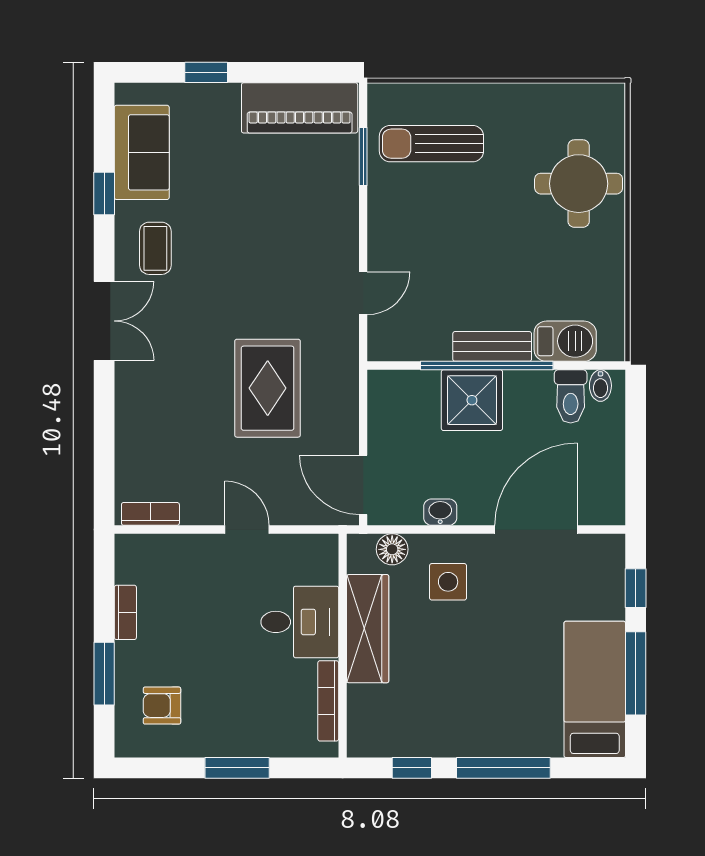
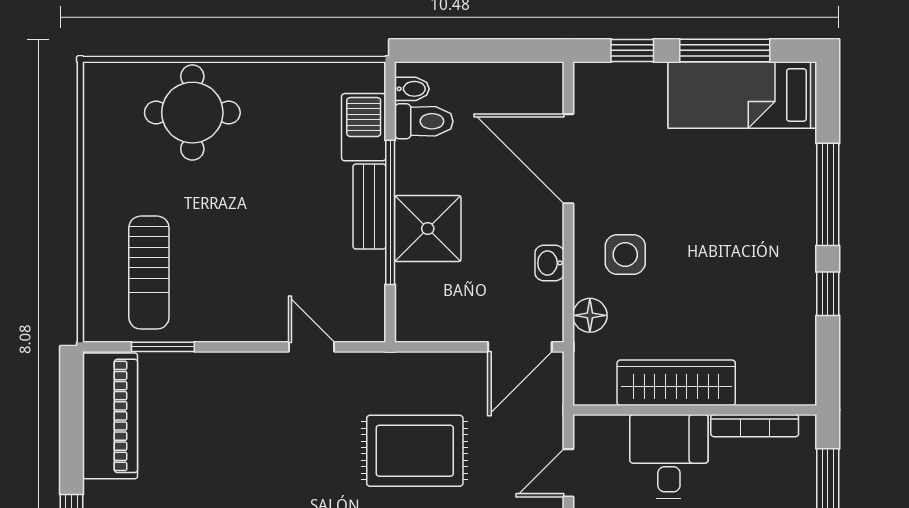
desk: (300, 622) -> (669, 457), moved
wardrobe: (368, 629) -> (676, 383), moved
wall: (343, 646) -> (695, 410), moved
bookcase: (328, 701) -> (755, 426), moved

